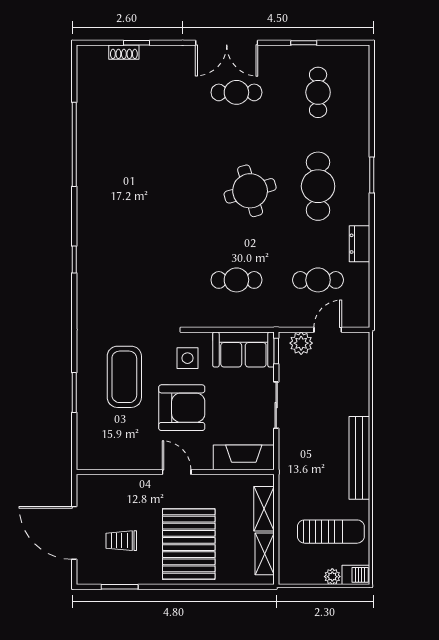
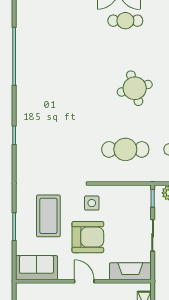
cafe table: (236, 280) -> (125, 149), width x1.37, depth x1.35
sofa: (243, 349) -> (36, 268), moved, turned 180

